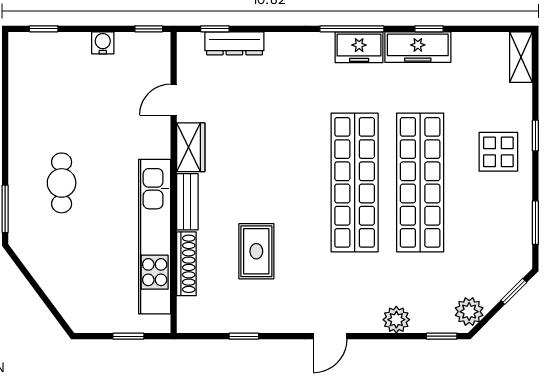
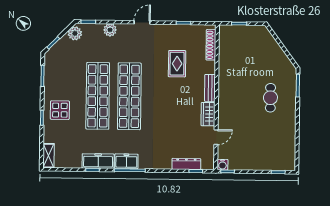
water cooler: (103, 43) -> (222, 165), moved
kitchen unit: (155, 237) -> (226, 71), removed
shoe rack: (186, 264) -> (211, 45), moved

